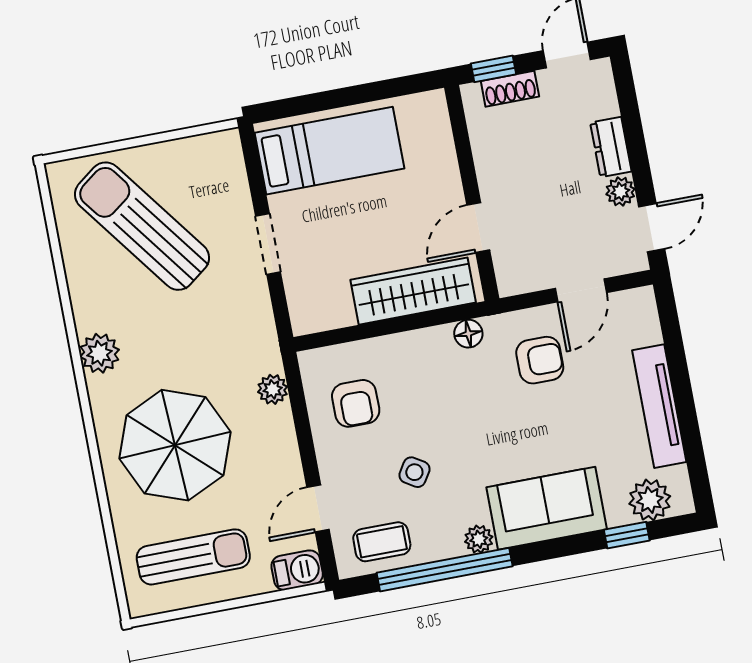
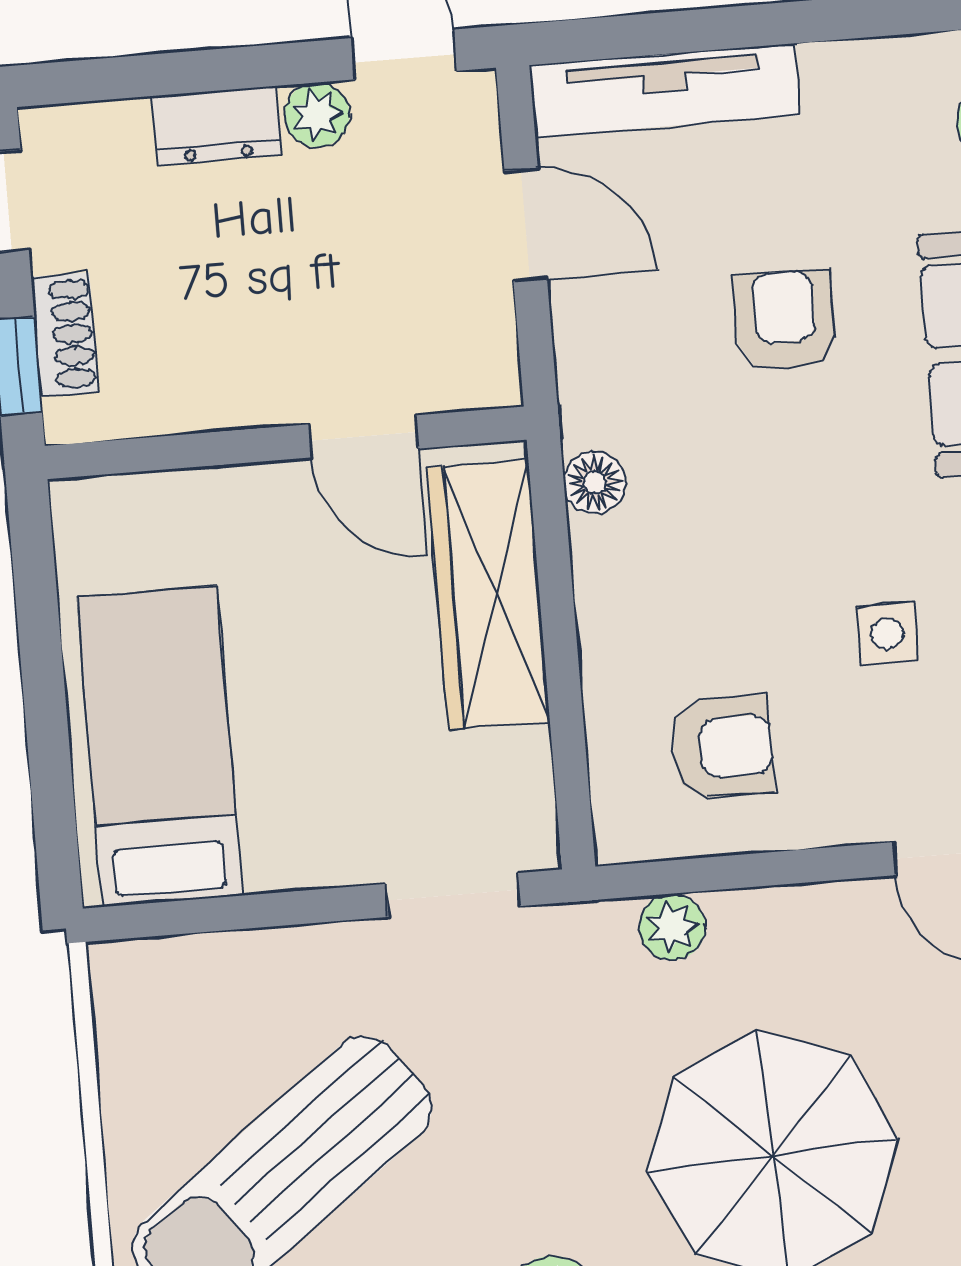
doorway: (268, 244) -> (453, 895), moved
armchair: (540, 360) -> (785, 321), moved
tv unit: (659, 406) -> (665, 90), moved
side table: (414, 472) -> (887, 634), turned -32

